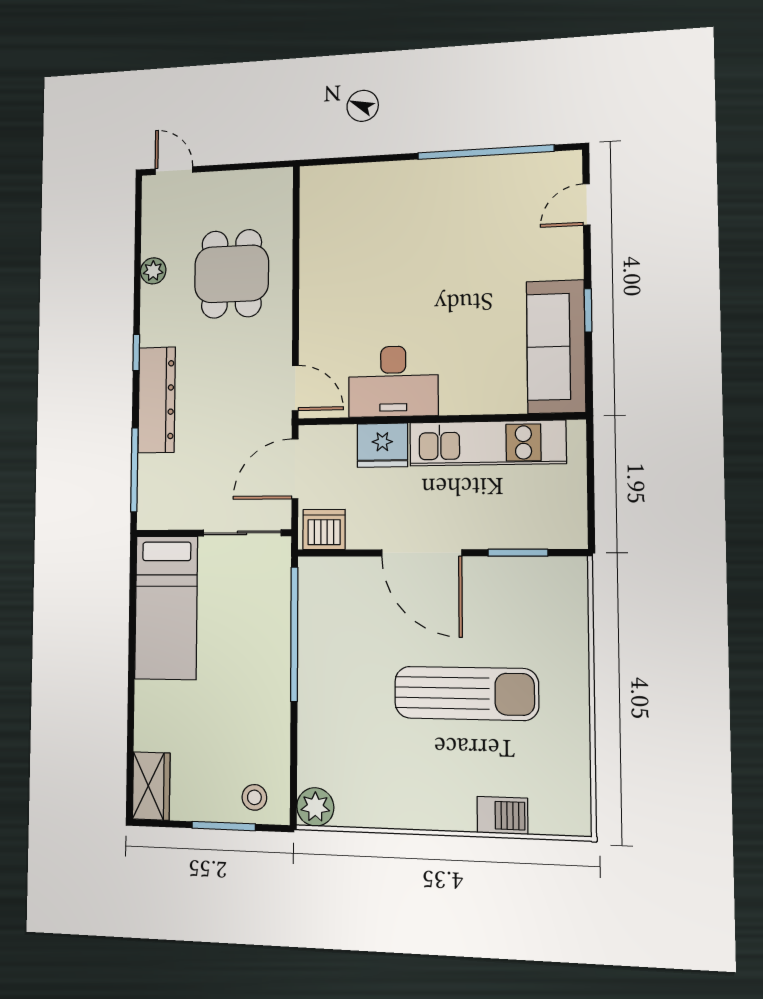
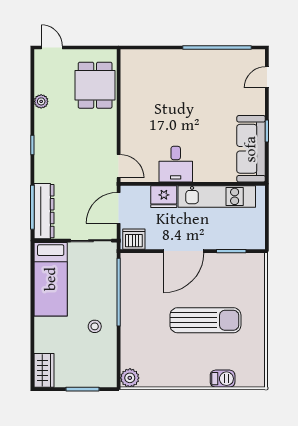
dining table: (232, 274) -> (95, 85), moved
desk: (393, 381) -> (176, 164), width x0.73
dresser: (157, 400) -> (44, 211), moved
door: (422, 553) -> (184, 251), hinge flipped
stool: (254, 797) -> (95, 326), moved

